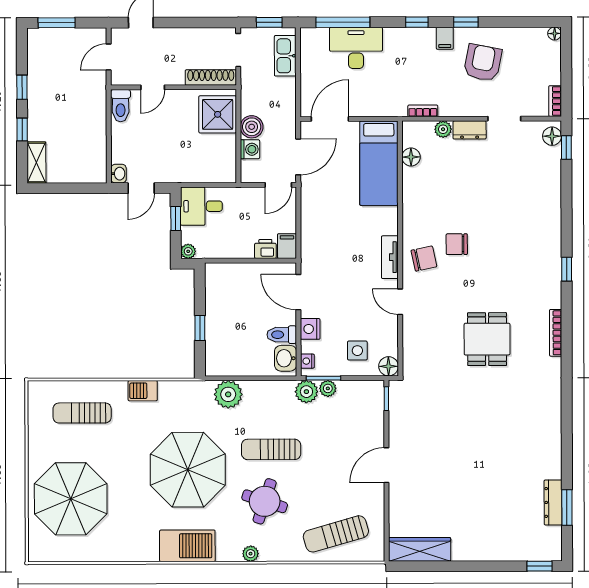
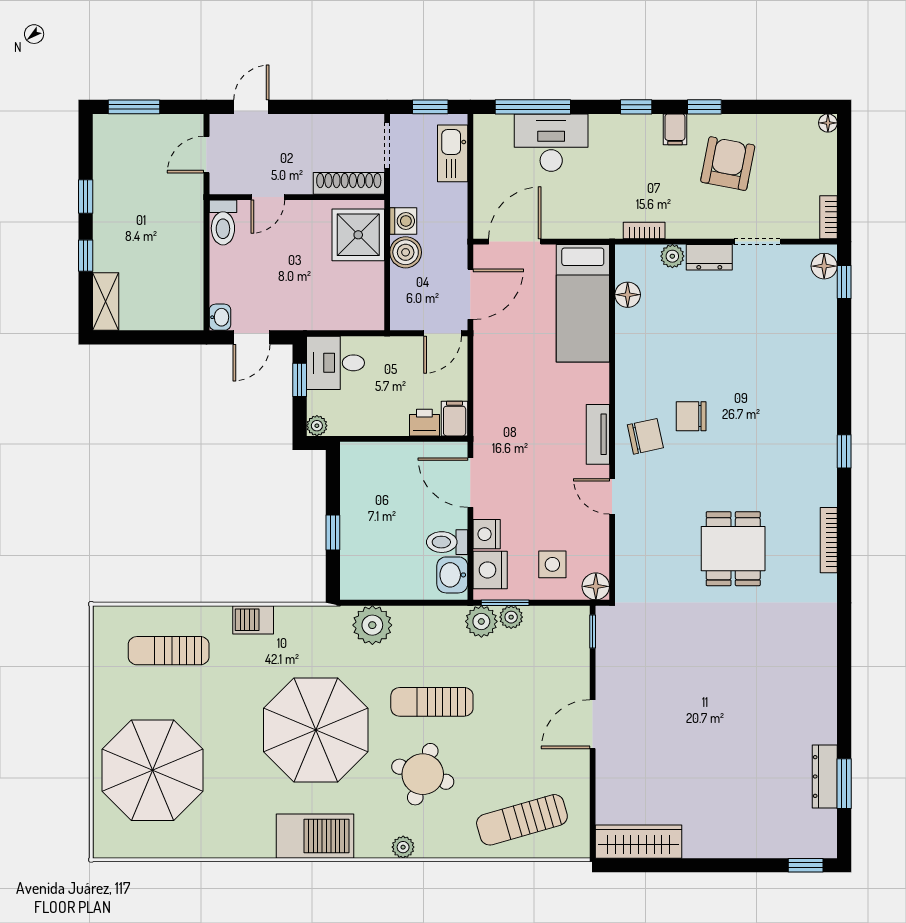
washing machine: (250, 149) -> (403, 221), moved
nightstand: (307, 361) -> (490, 570), width x1.89, depth x1.79

